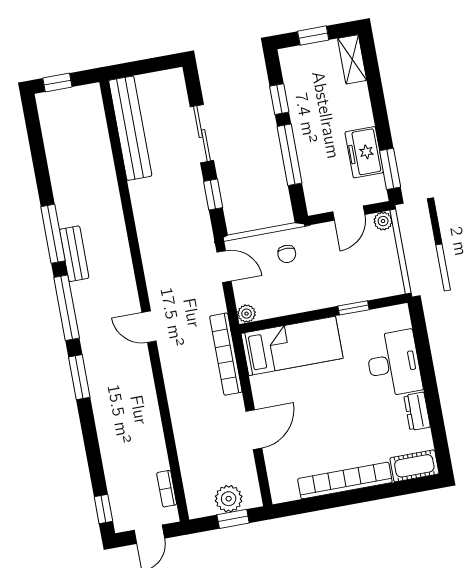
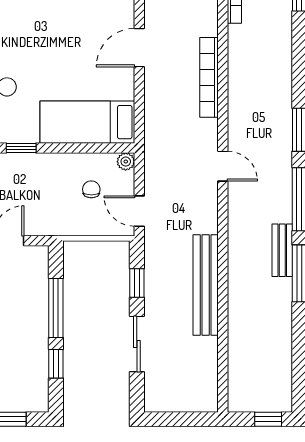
bench: (130, 128) -> (206, 285), moved
chair: (287, 254) -> (91, 189), moved
bookcase: (226, 354) -> (209, 77), moved, turned 180

